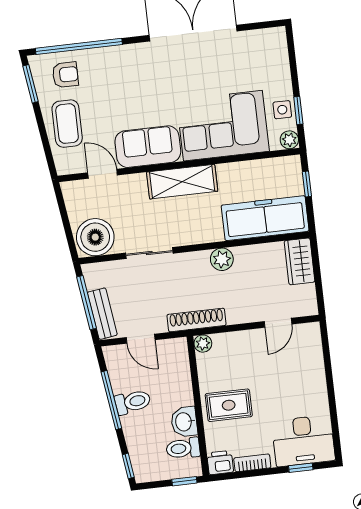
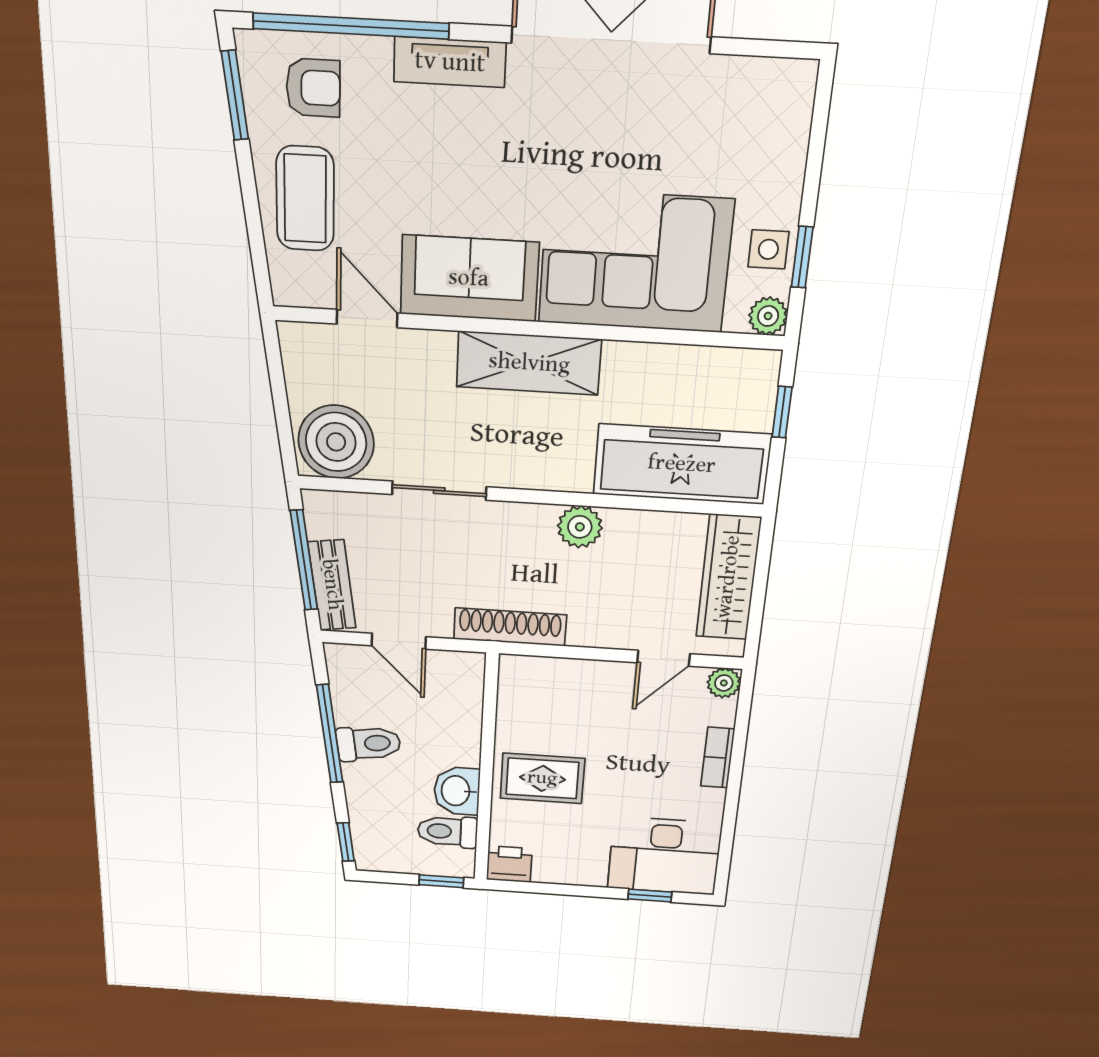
tv unit: (124, 54) -> (450, 62), added
wardrobe: (300, 261) -> (728, 577), width x1.50
plant: (203, 344) -> (724, 683), moved
bookcase: (252, 463) -> (718, 758), moved, turned -90

